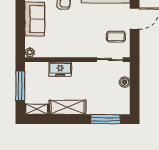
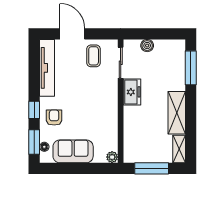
freezer: (60, 69) -> (132, 92), moved

